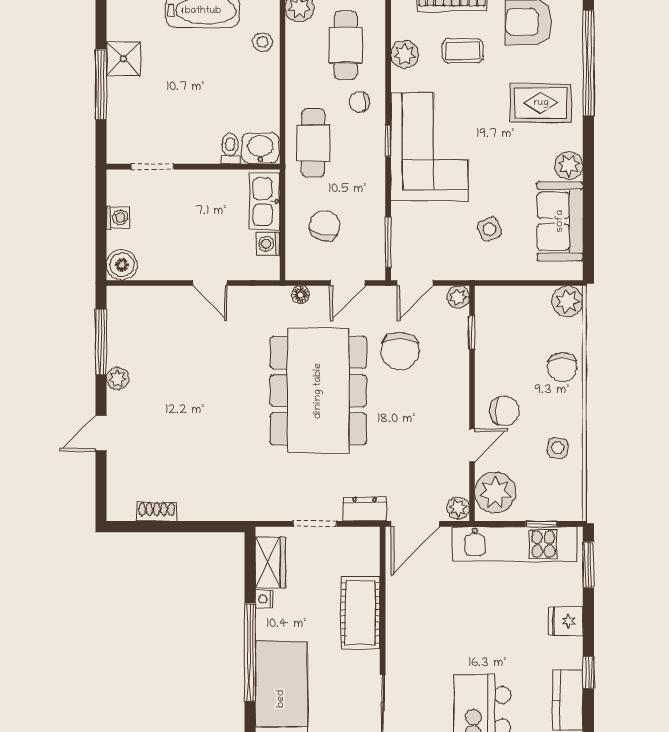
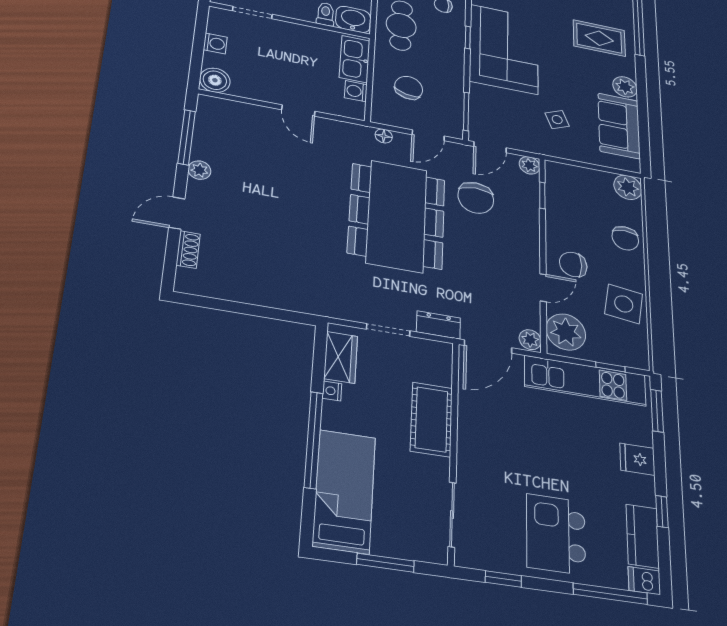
chair: (504, 411) -> (573, 264), turned 180
side table: (558, 448) -> (624, 304), width x1.87, depth x1.87
shoe rack: (157, 512) -> (188, 250), moved, turned 90

